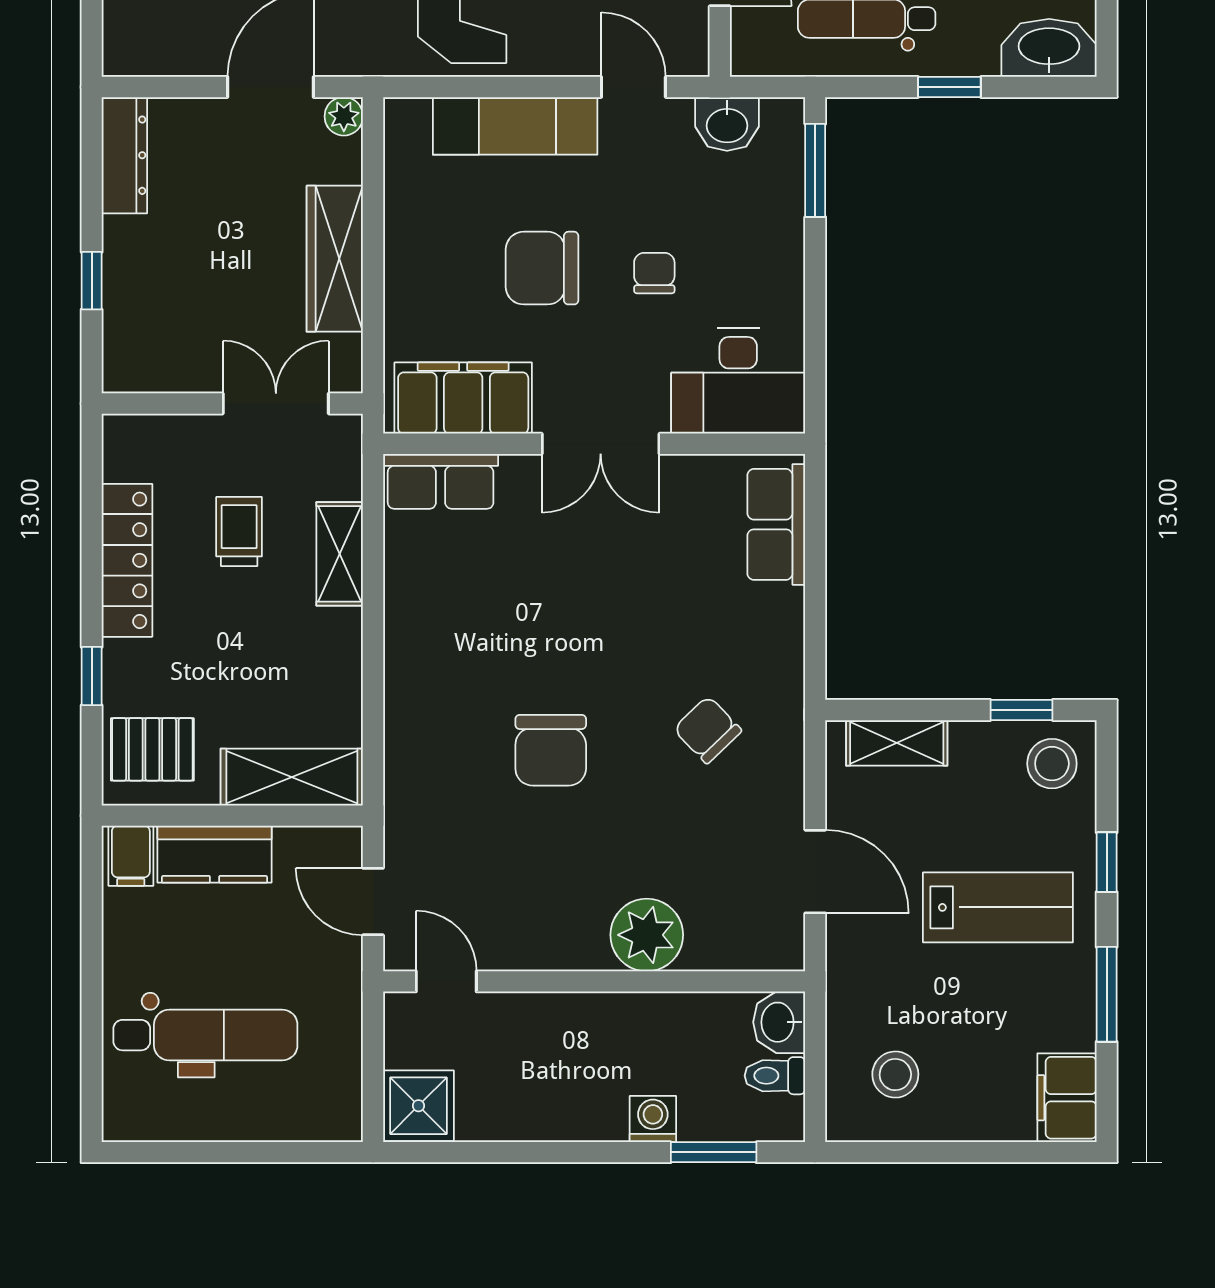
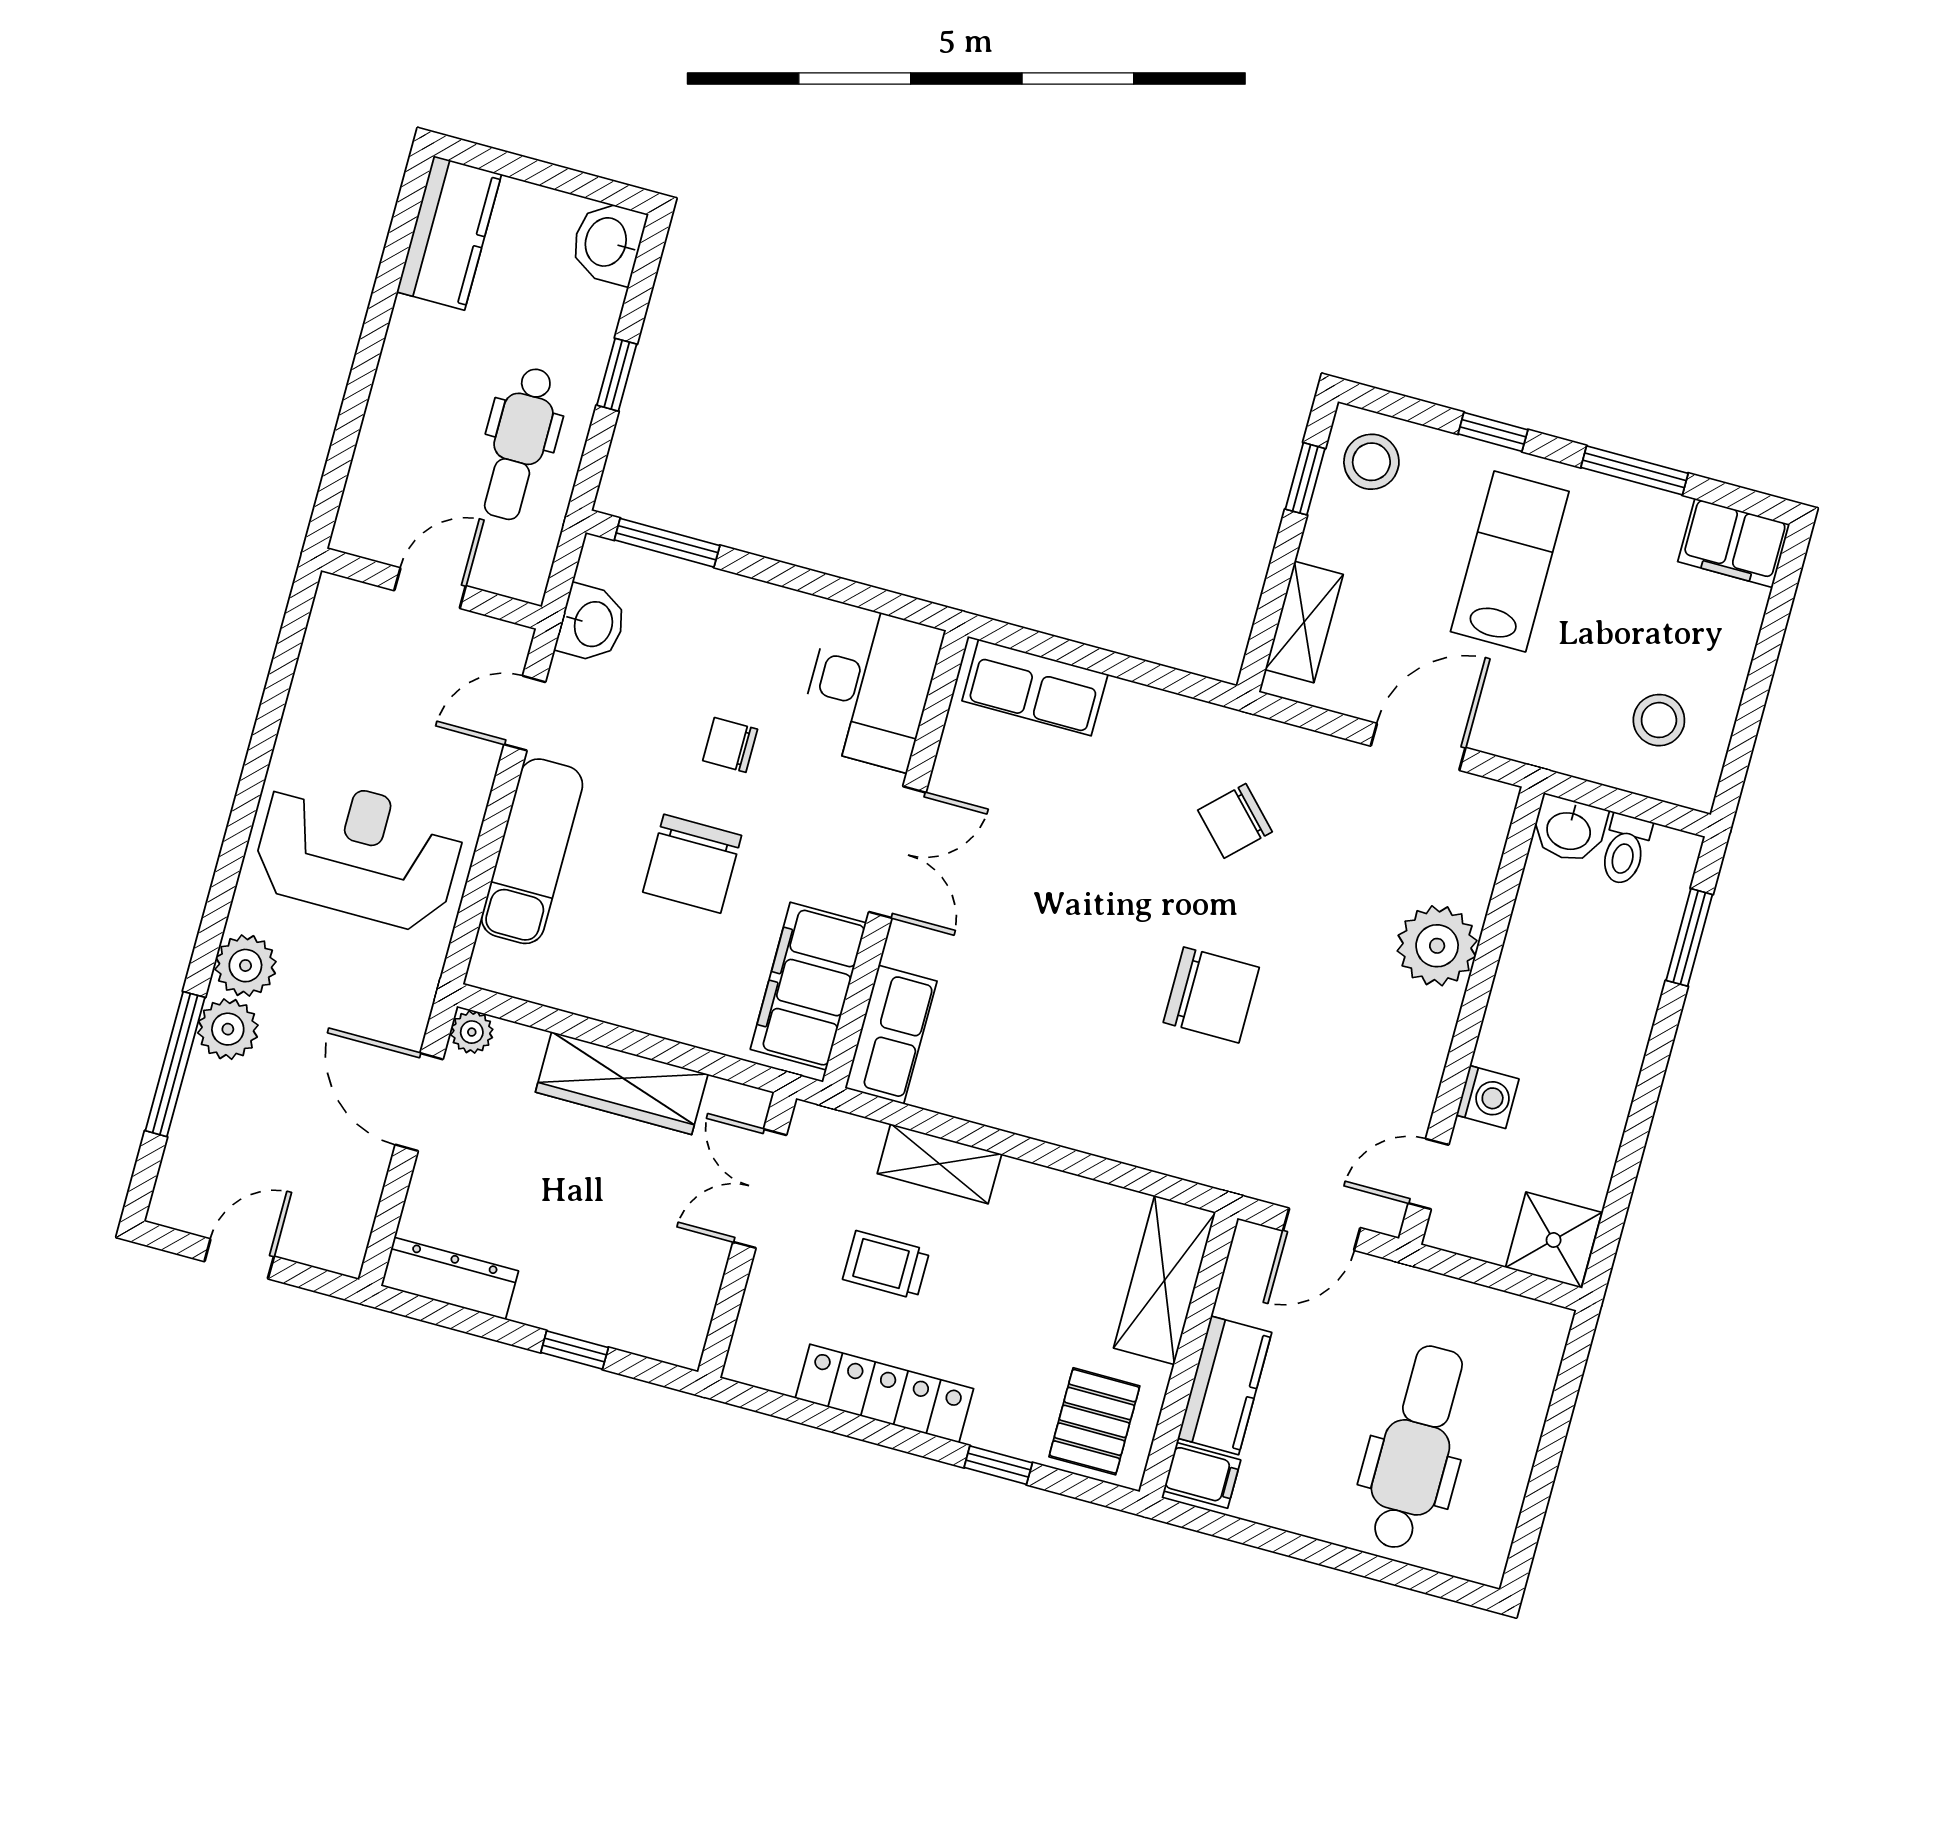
washbasin: (1049, 48) -> (608, 242), width x0.72
washing machine: (653, 1119) -> (1488, 1097), moved, turned 180

